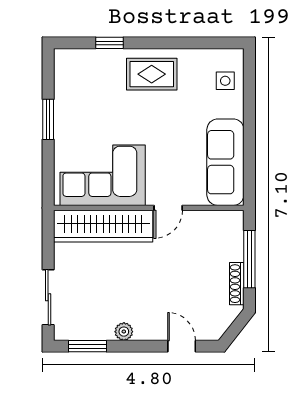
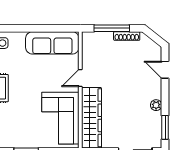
door: (168, 208) -> (80, 78), swing flipped
door: (182, 346) -> (165, 70), hinge flipped

